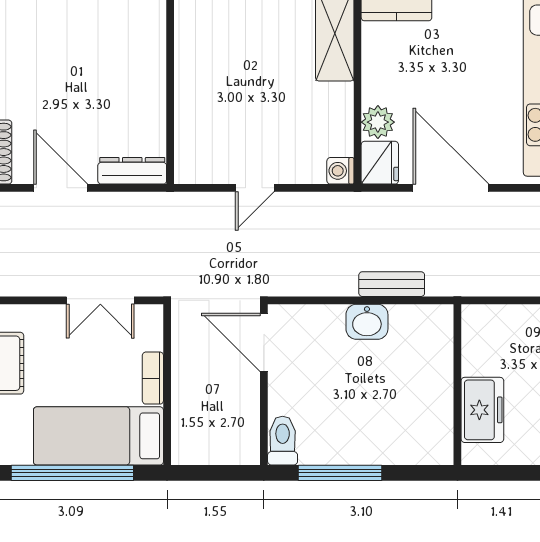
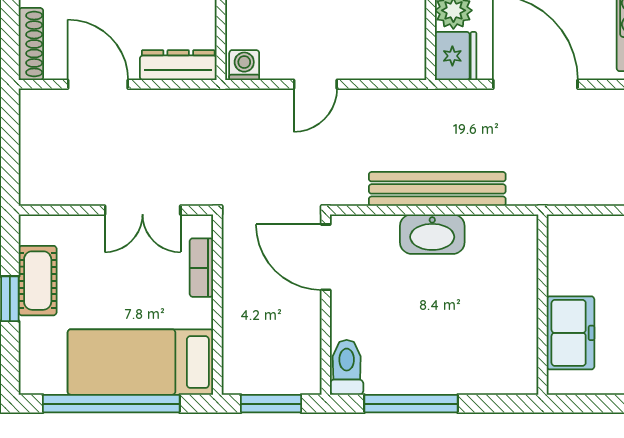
washing machine: (340, 171) -> (244, 65), moved, turned 90
bench: (392, 284) -> (437, 189), width x1.86, depth x1.21
washbasin: (367, 322) -> (432, 234), width x1.38
bookcase: (153, 378) -> (201, 268), moved
window: (215, 473) -> (271, 404), added

